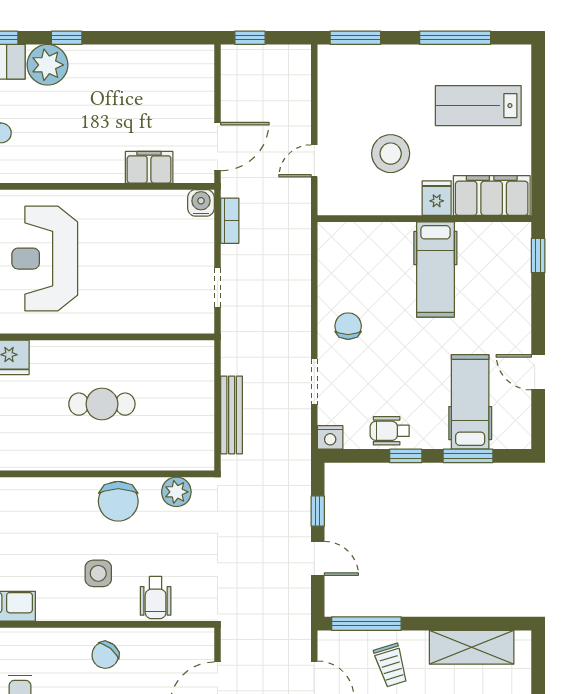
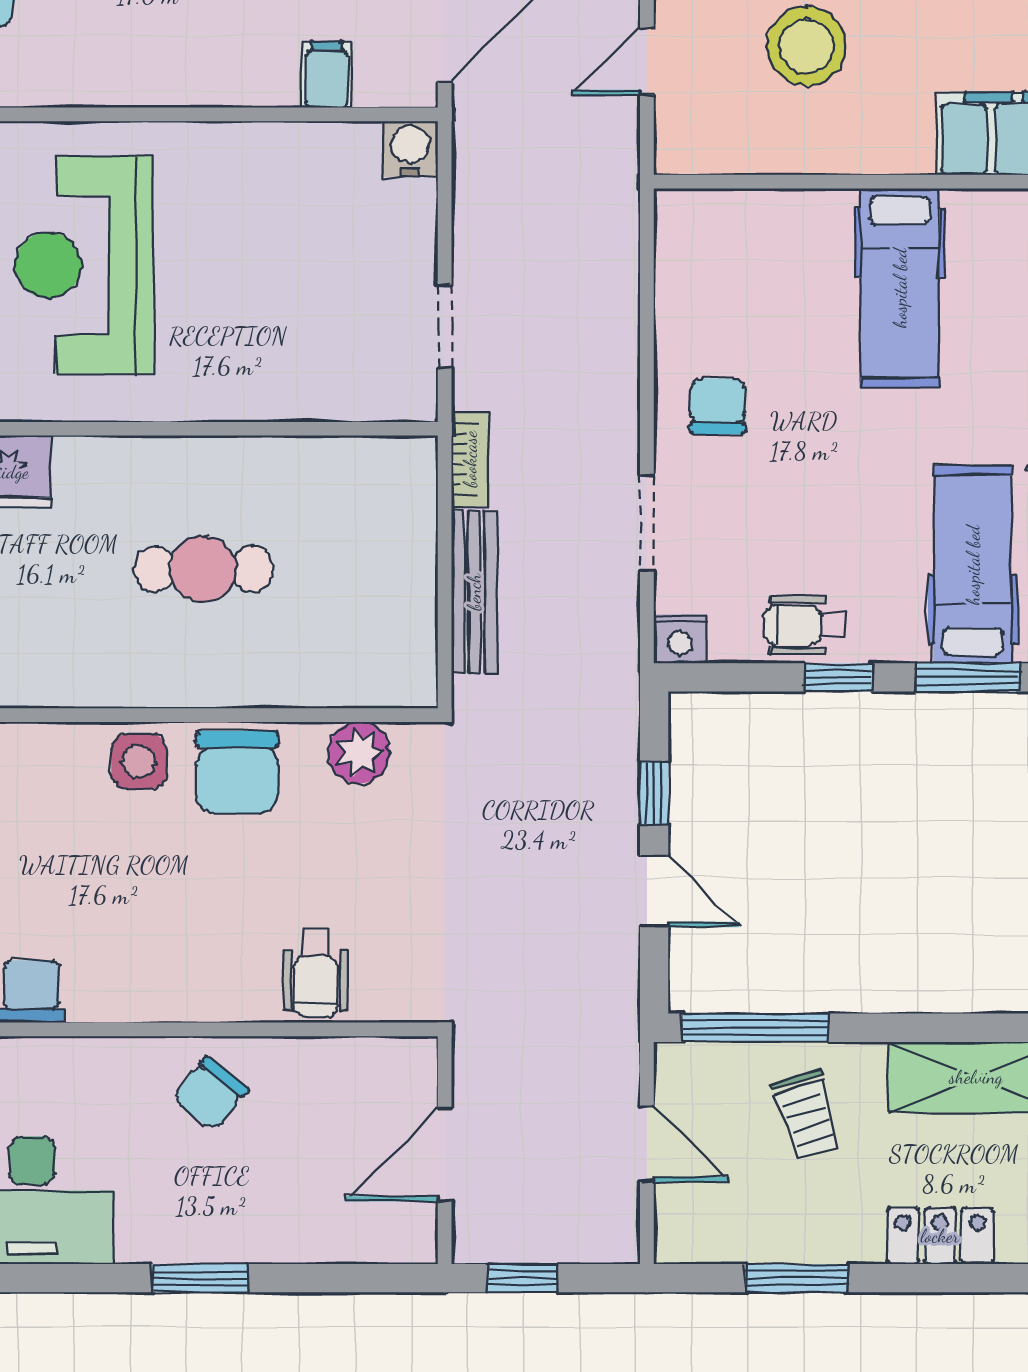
filing cabinet: (149, 167) -> (327, 74), width x0.50
fridge: (437, 198) -> (903, 139), removed
bookcase: (230, 221) -> (470, 459), moved
side table: (98, 573) -> (139, 761), moved

